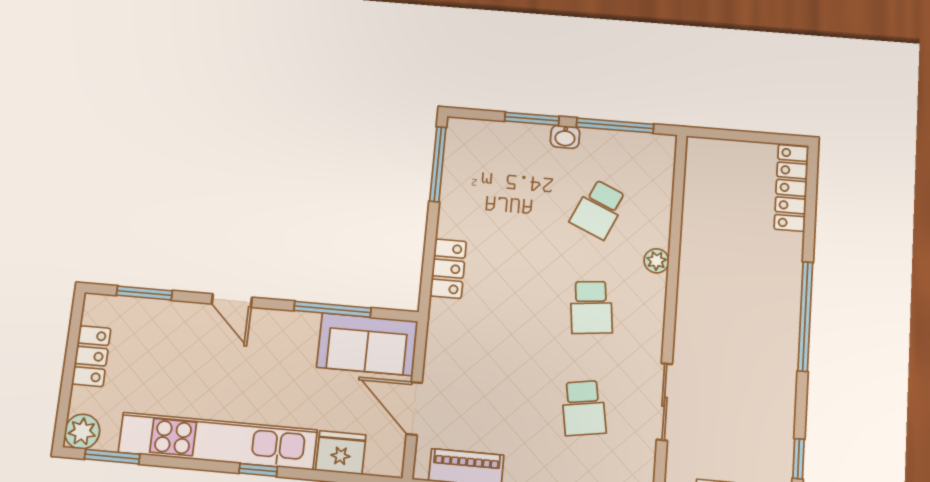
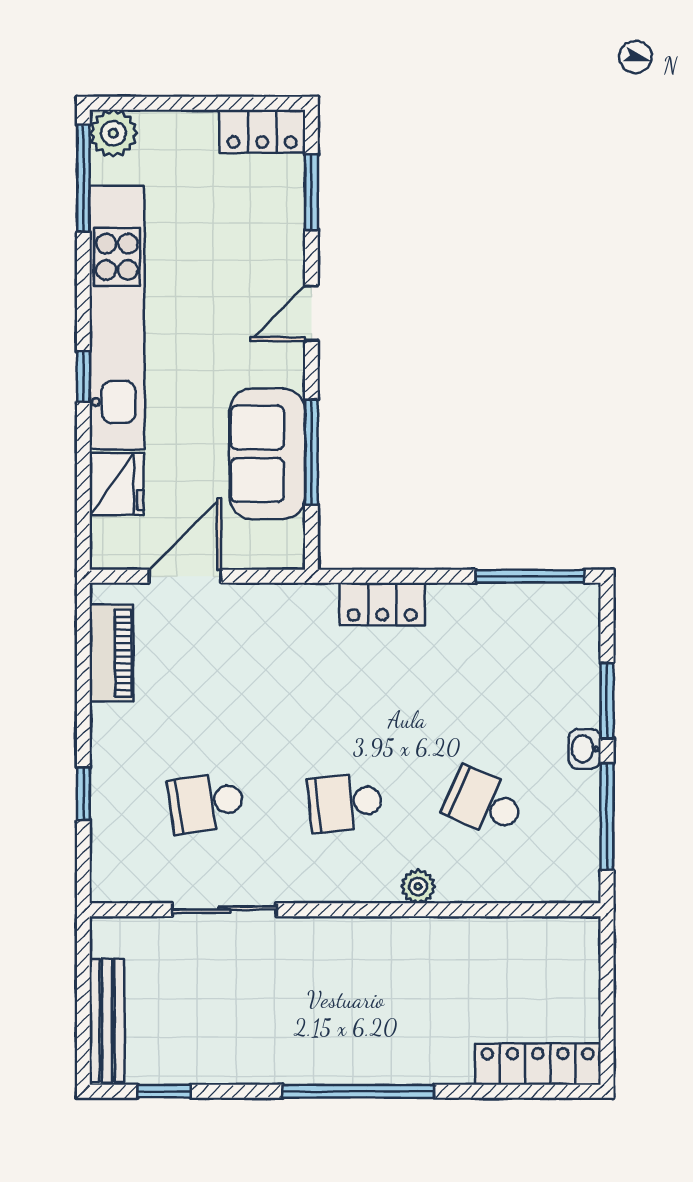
sofa: (367, 344) -> (267, 454), moved
locker: (91, 356) -> (262, 131), moved
window: (112, 457) -> (83, 178), width x1.44

